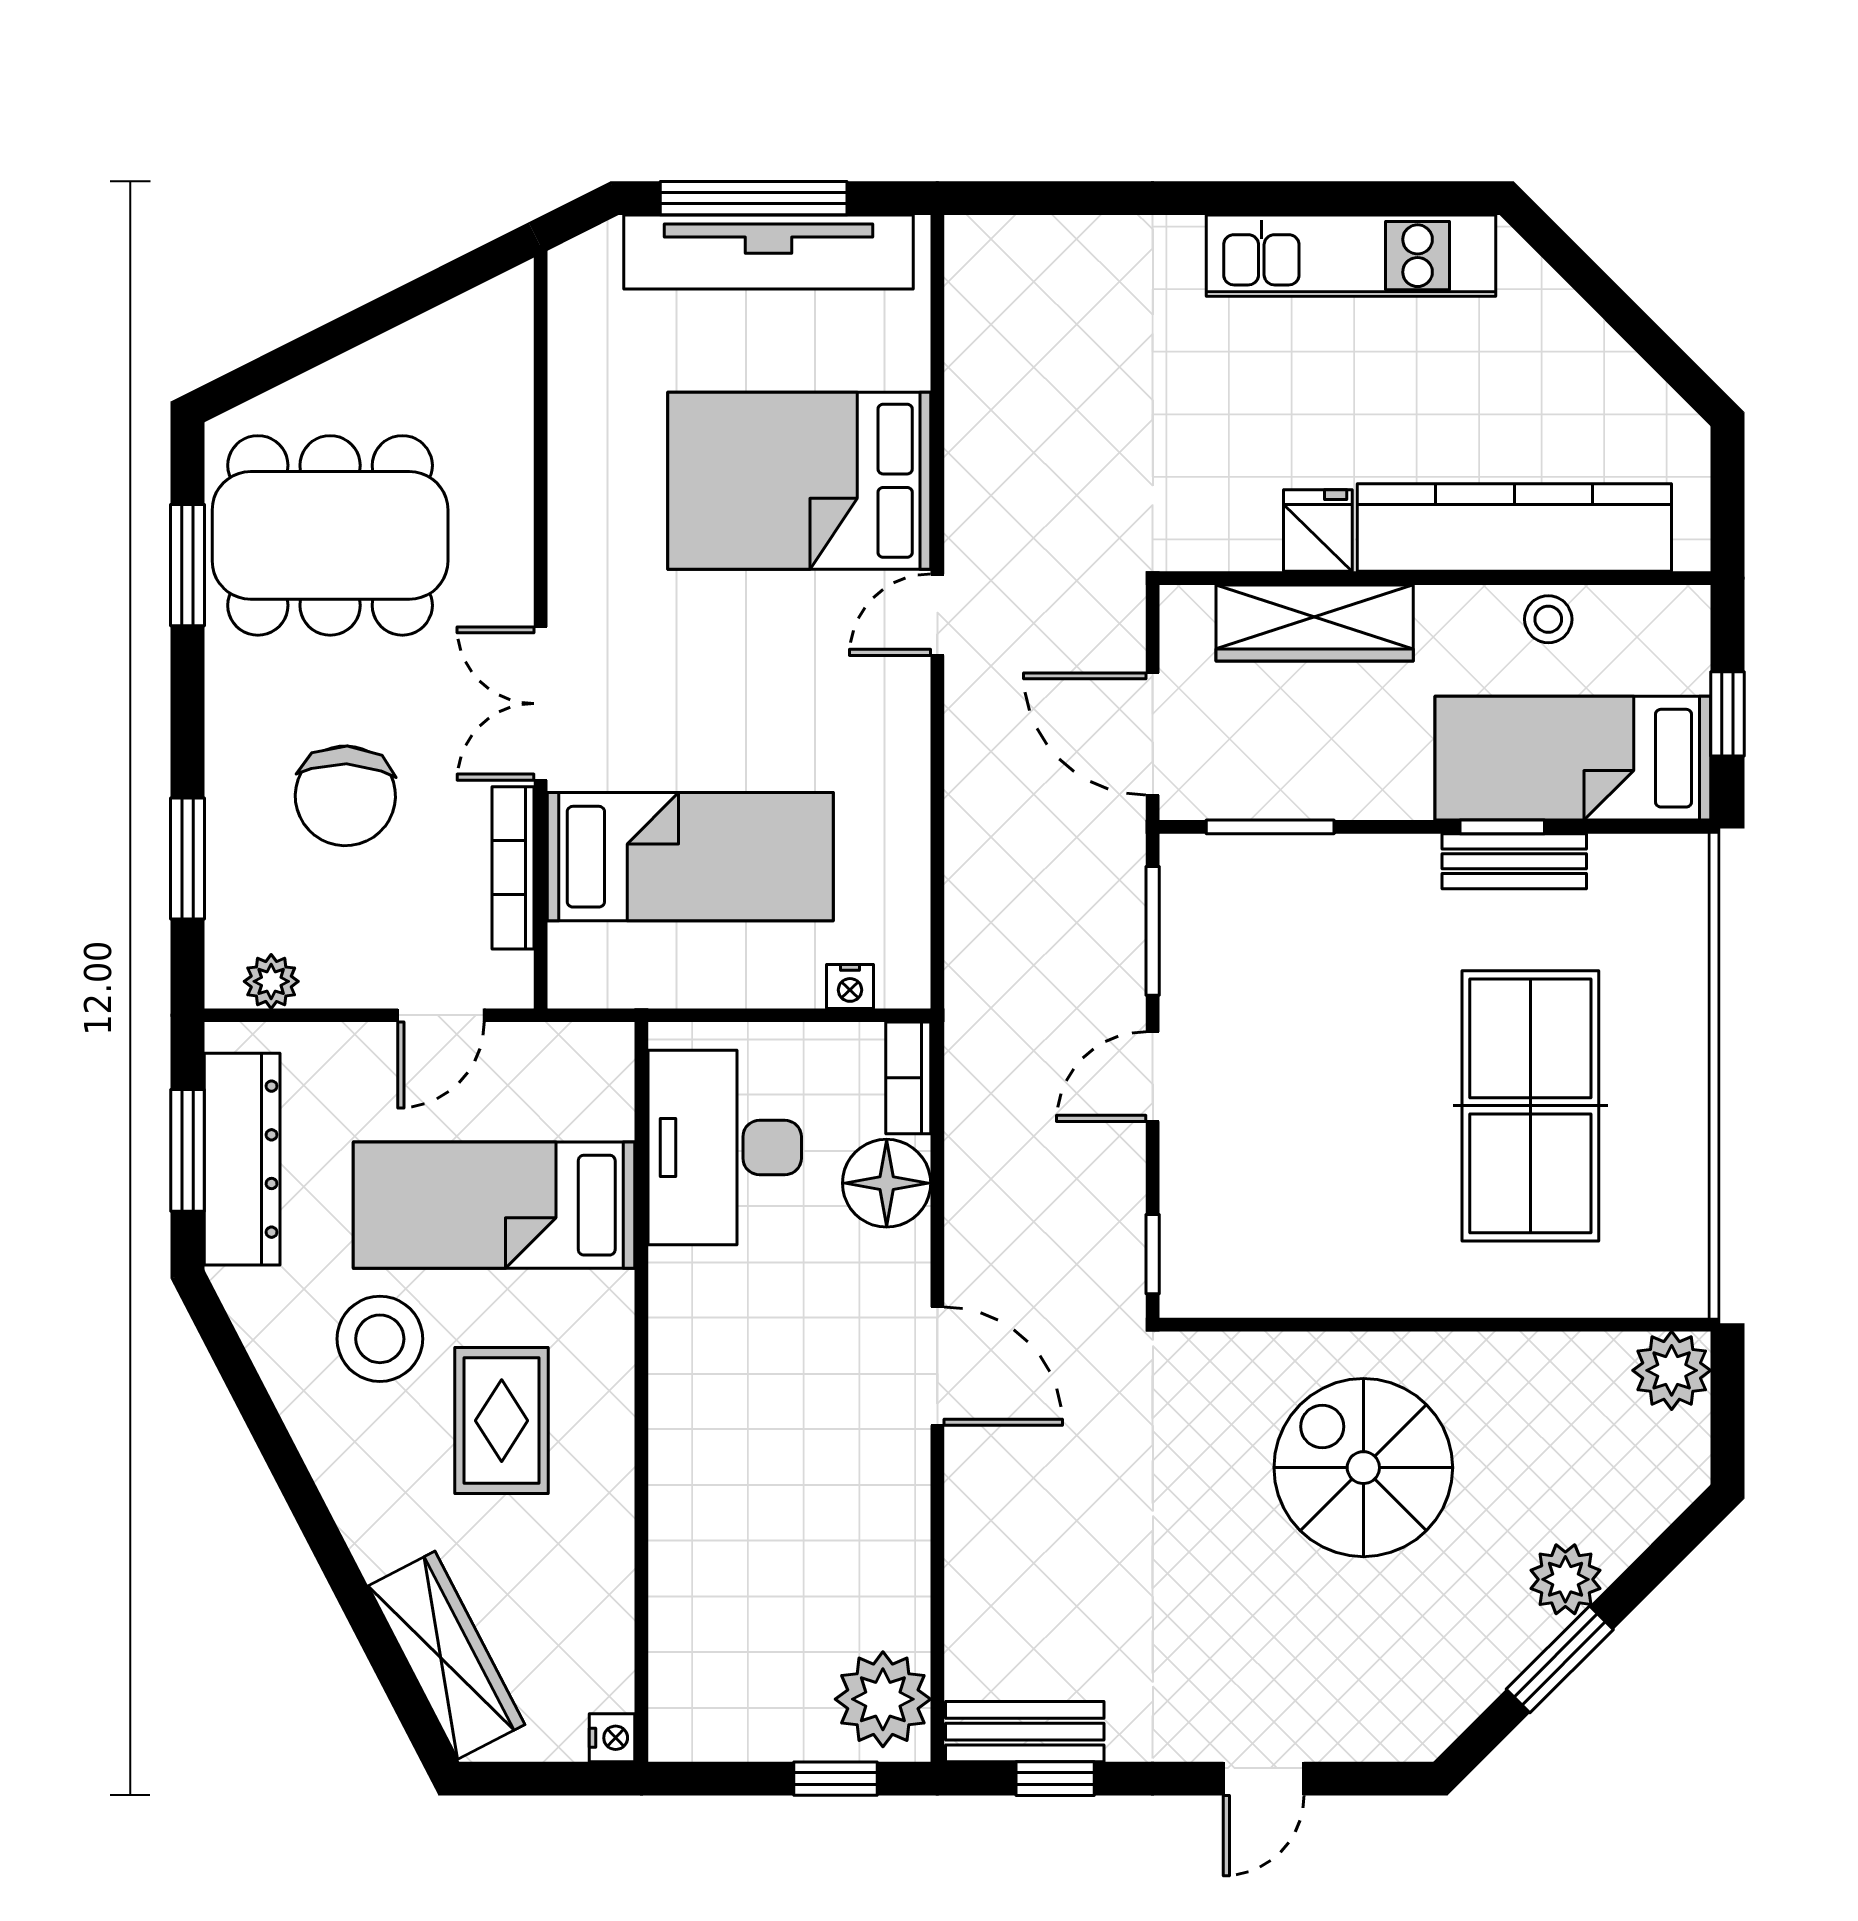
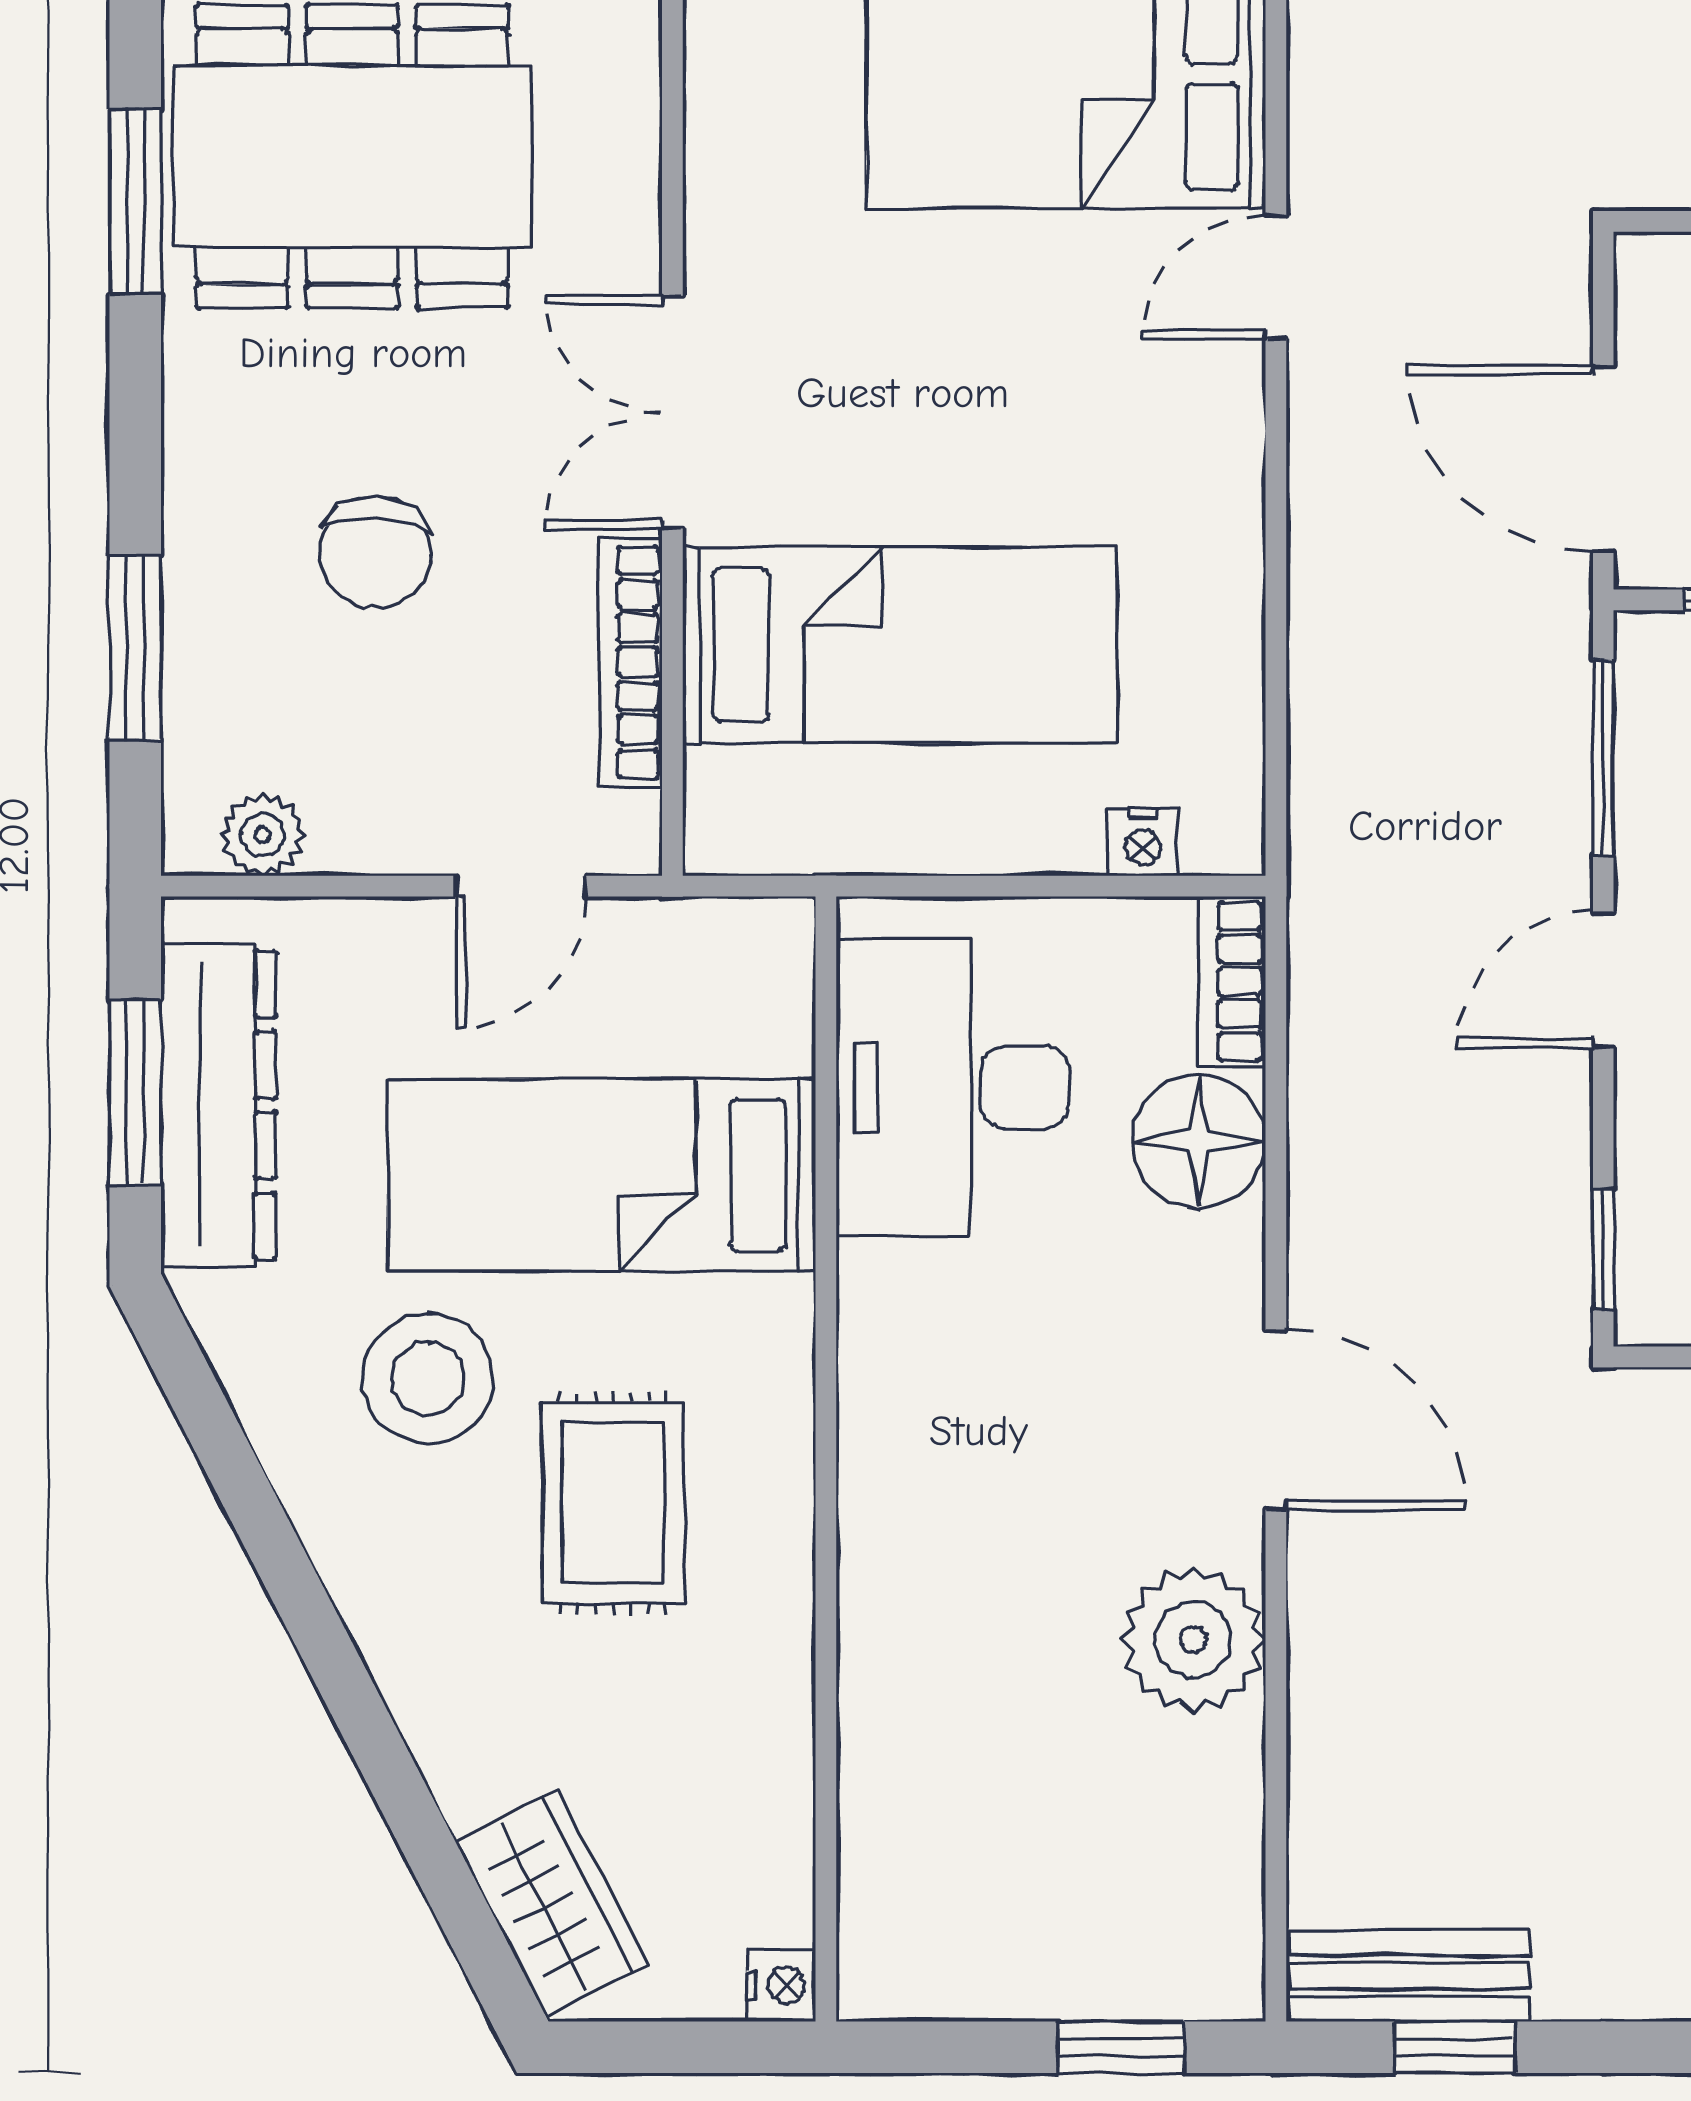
chair: (345, 796) -> (375, 553), width x0.73, depth x0.73
wardrobe: (446, 1655) -> (552, 1904), width x0.67
plant: (883, 1699) -> (1193, 1639), moved

